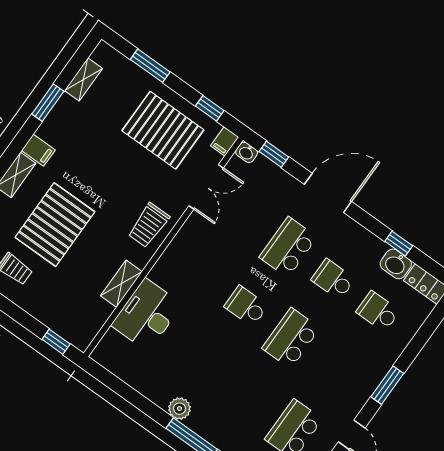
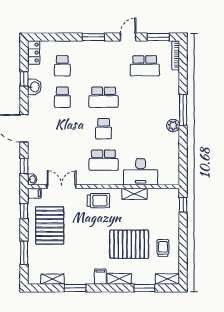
school desk: (288, 247) -> (104, 160), moved
washbasin: (396, 264) -> (34, 87), moved

